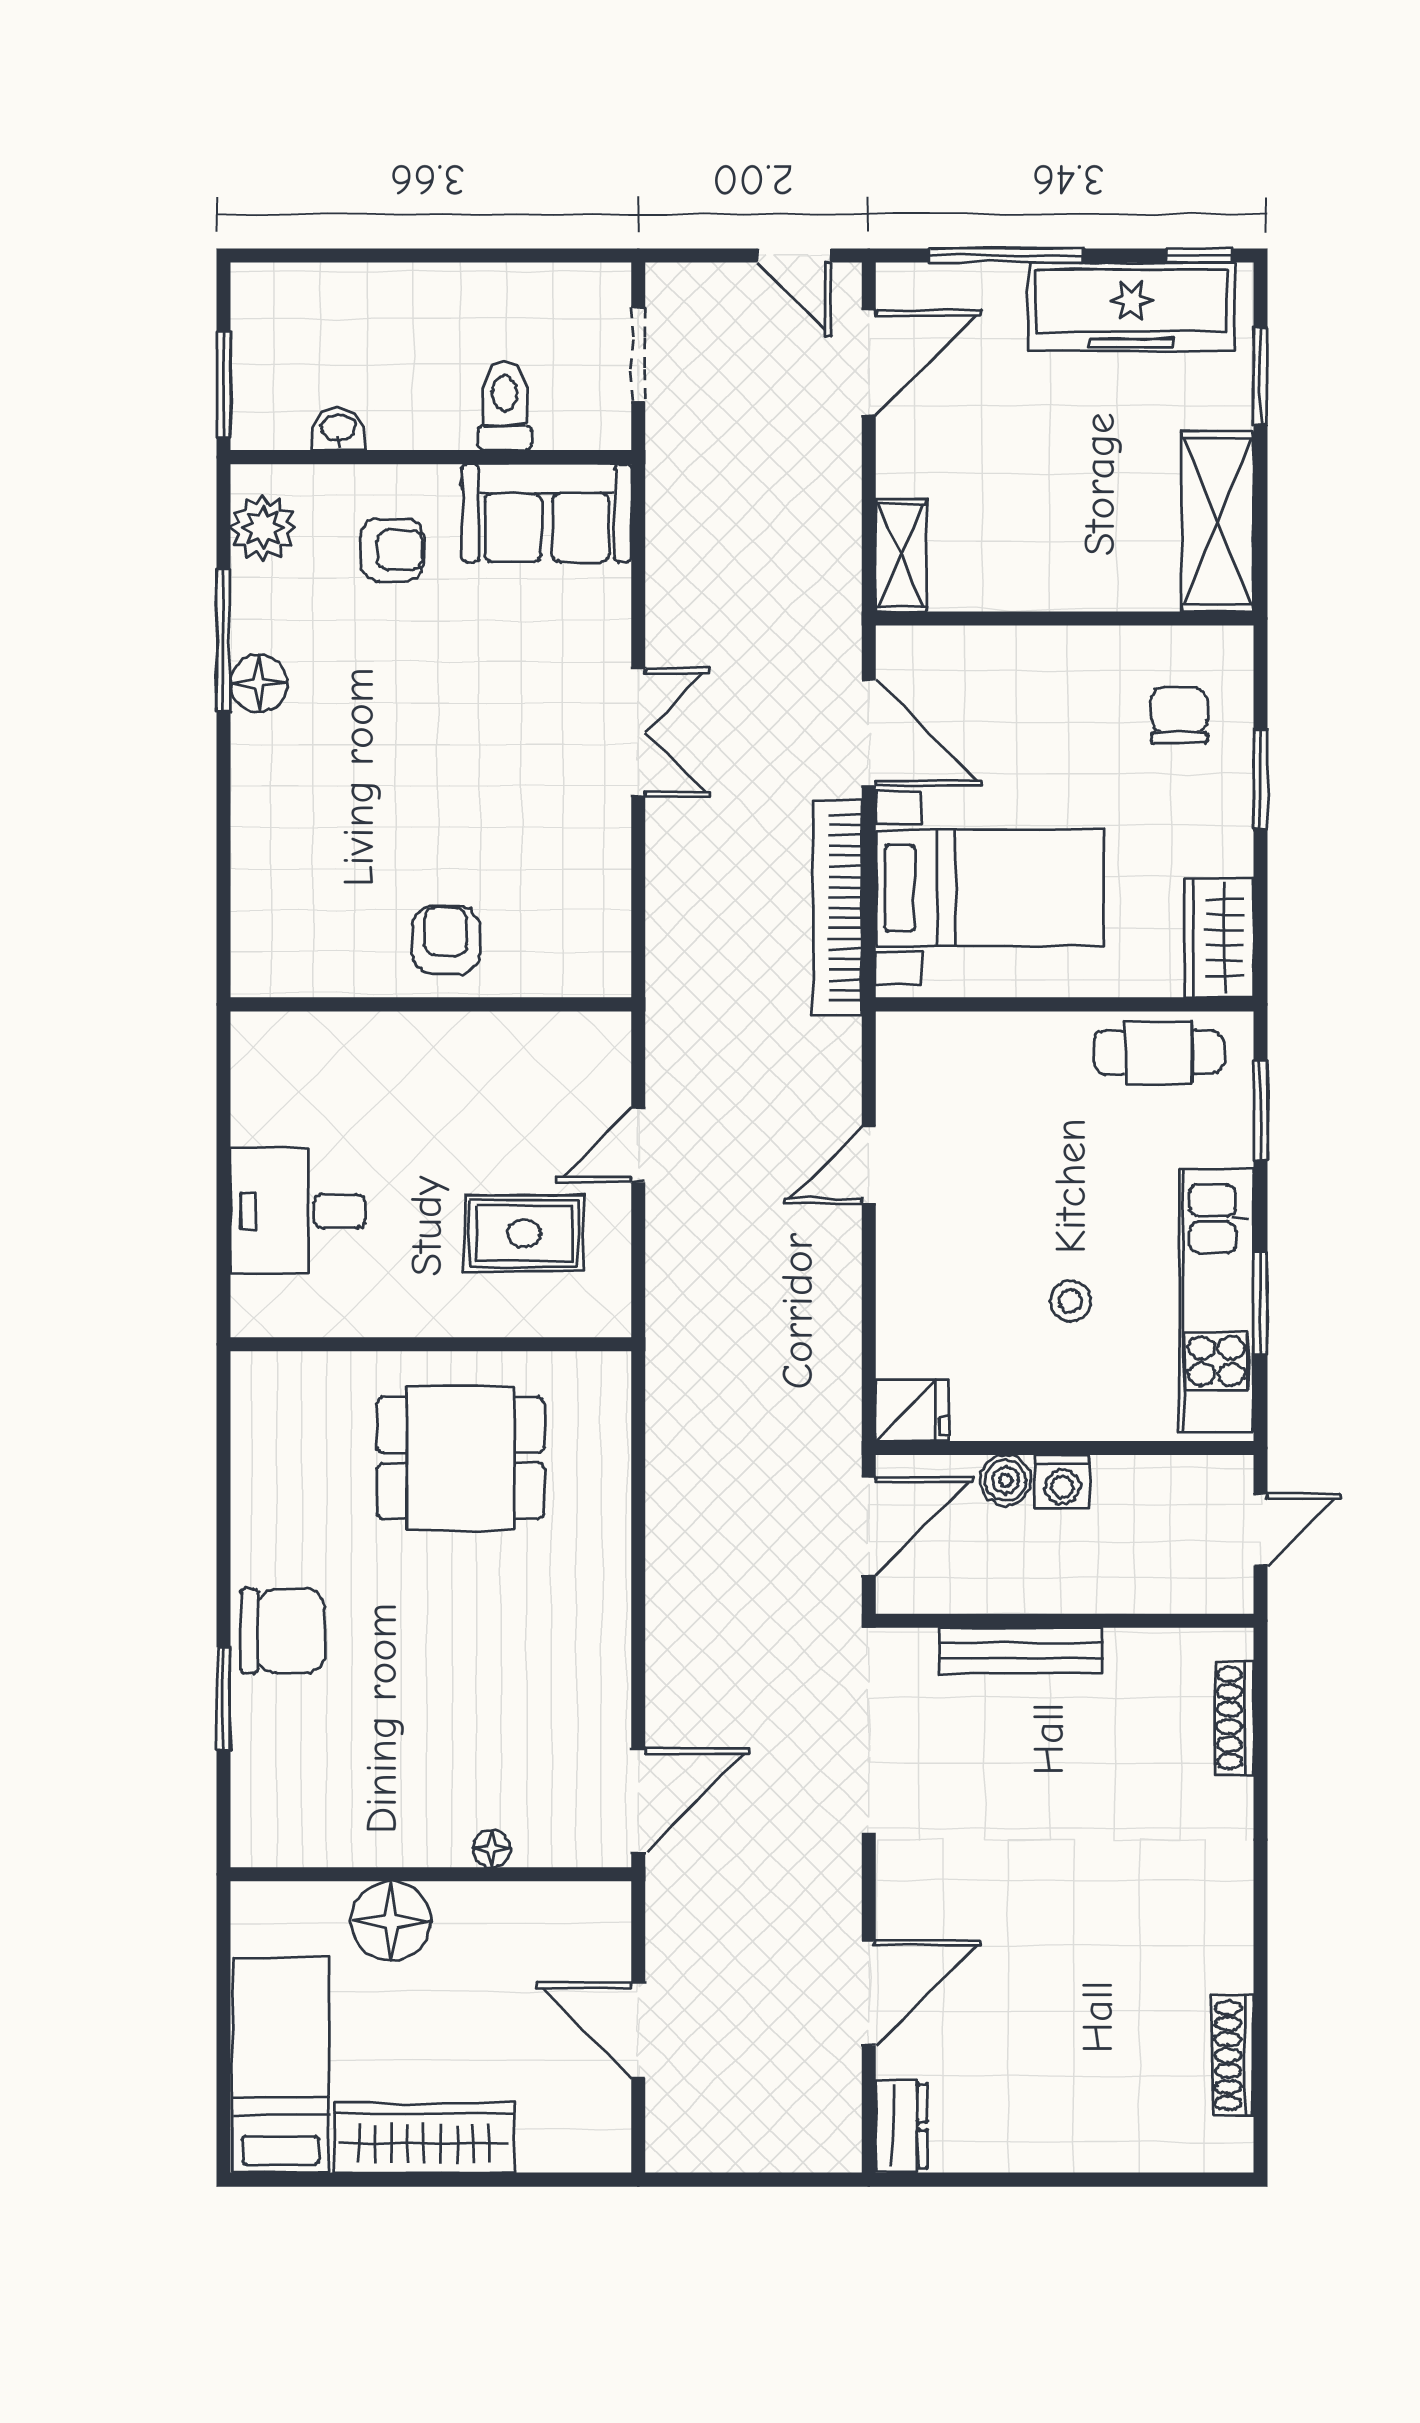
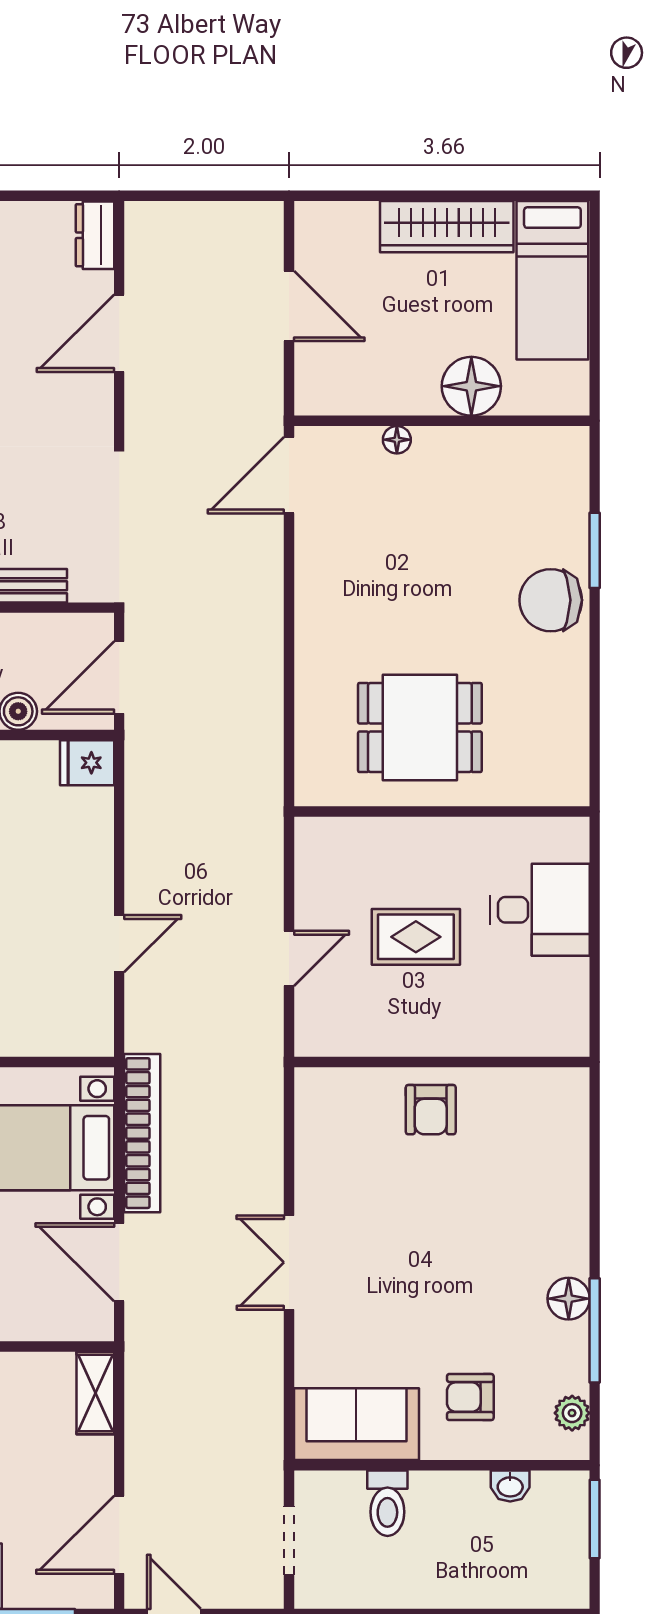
plant: (263, 528) -> (572, 1413), width x0.73, depth x0.73
rug: (524, 1234) -> (416, 937), moved

